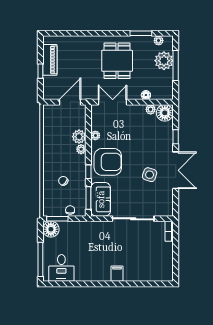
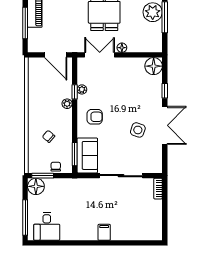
window: (40, 71) -> (25, 23), width x2.17
floor lamp: (146, 95) -> (122, 48), moved
door: (70, 102) -> (56, 55), swing flipped
plant: (151, 109) -> (139, 63), removed
plant: (79, 137) -> (65, 91), removed
armchair: (108, 162) -> (95, 117), width x0.53, depth x0.53
window: (88, 172) -> (75, 92), moved

